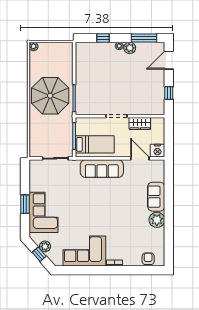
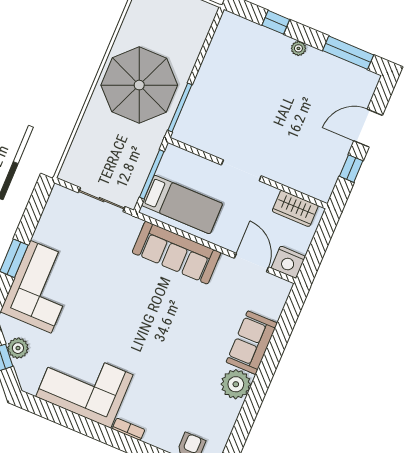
plant: (130, 48) -> (316, 60), removed
door: (169, 60) -> (368, 128), moved
wardrobe: (140, 123) -> (295, 208), moved

